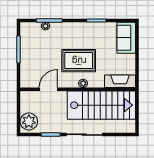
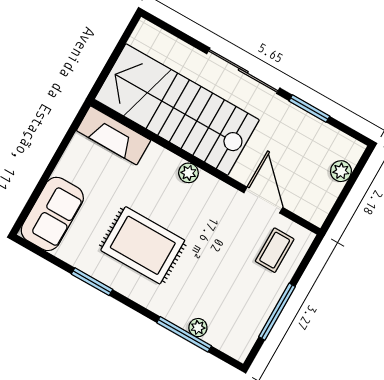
rug: (79, 61) -> (143, 245), moved
coffee table: (33, 73) -> (275, 250), added
door: (48, 89) -> (263, 200), swing flipped
plant: (29, 122) -> (341, 171), width x0.53, depth x0.53

